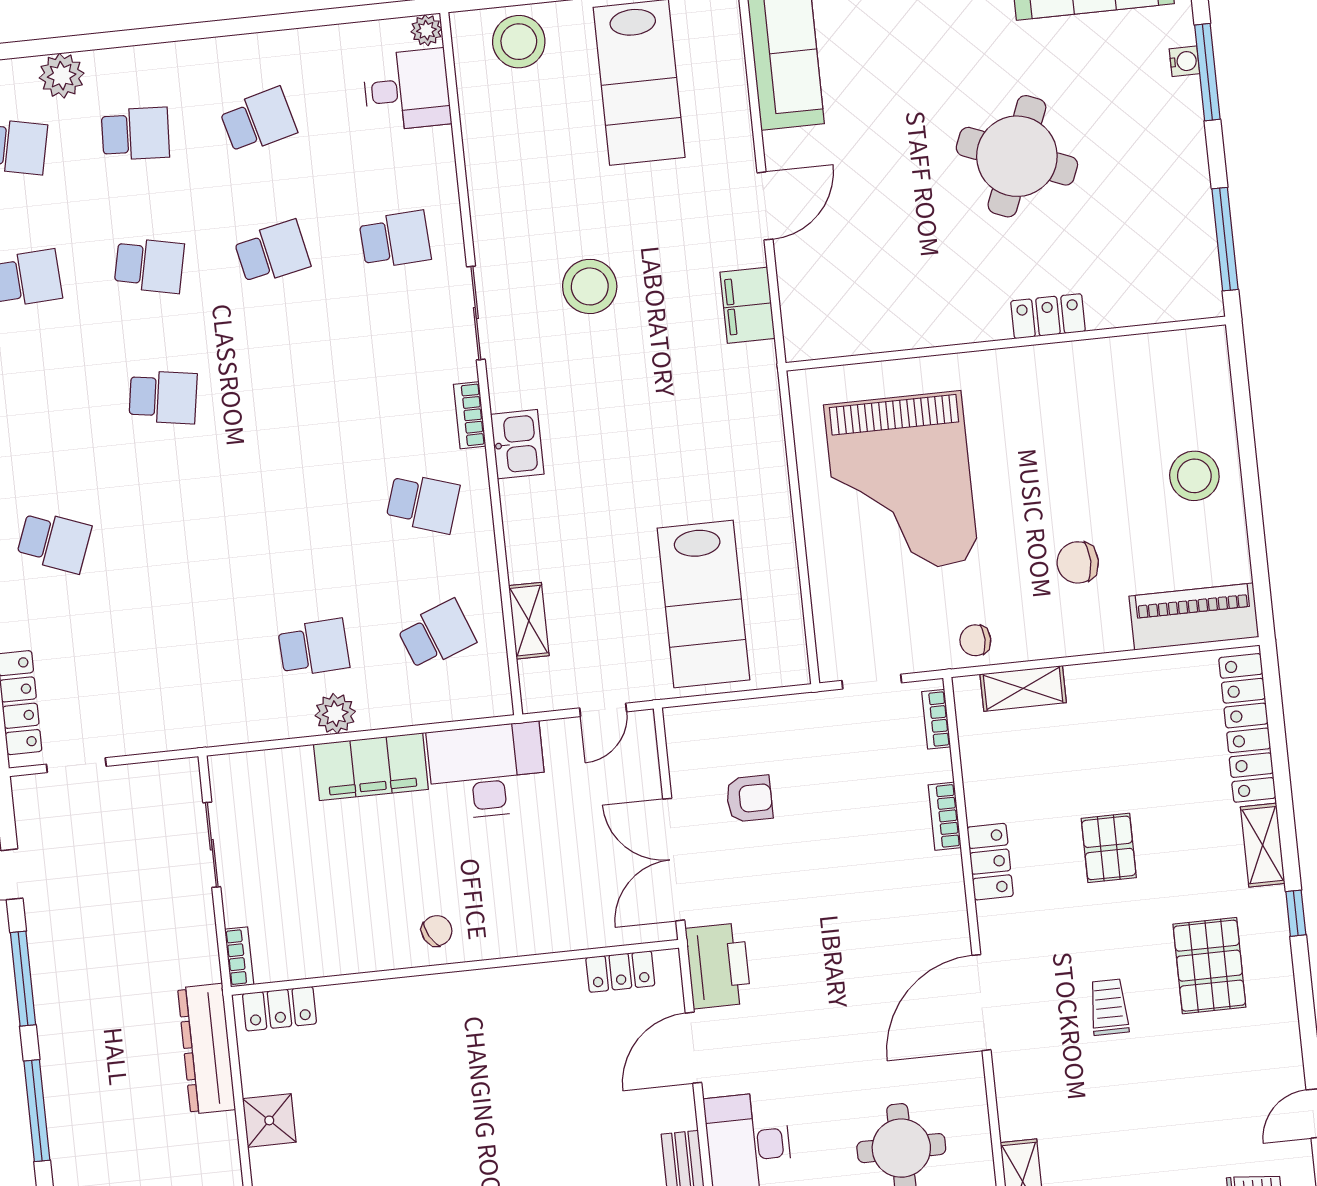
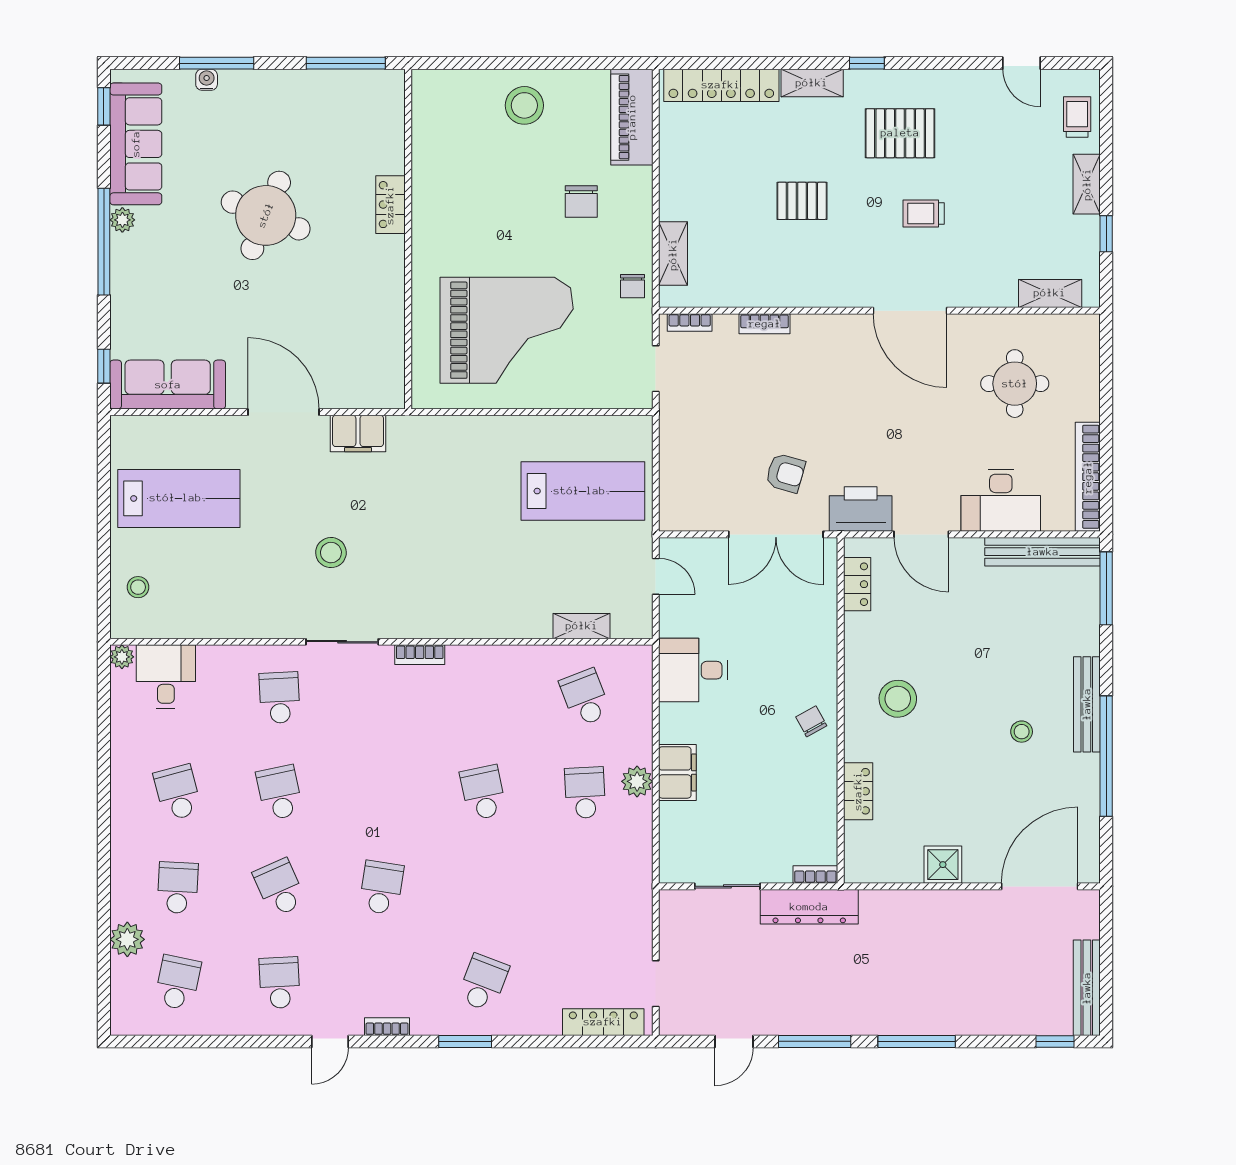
stool: (519, 42) -> (138, 587), width x0.53, depth x0.53
door: (765, 206) -> (283, 412), width x1.36
school desk: (149, 265) -> (279, 888), turned -36
stool: (590, 286) -> (331, 553), width x0.73, depth x0.73
kitchen sink: (517, 444) -> (446, 621), removed
school desk: (423, 503) -> (483, 793), moved, turned -30
filing cabinet: (371, 767) -> (677, 772), width x0.67, depth x0.86
desk: (487, 771) -> (693, 670), width x0.73
armchair: (749, 799) -> (785, 473), moved, turned 106
locker: (990, 862) -> (803, 293), removed
locker: (279, 1009) -> (858, 791), moved
stool: (478, 1040) -> (898, 699), added
dresser: (207, 1049) -> (809, 907), moved

